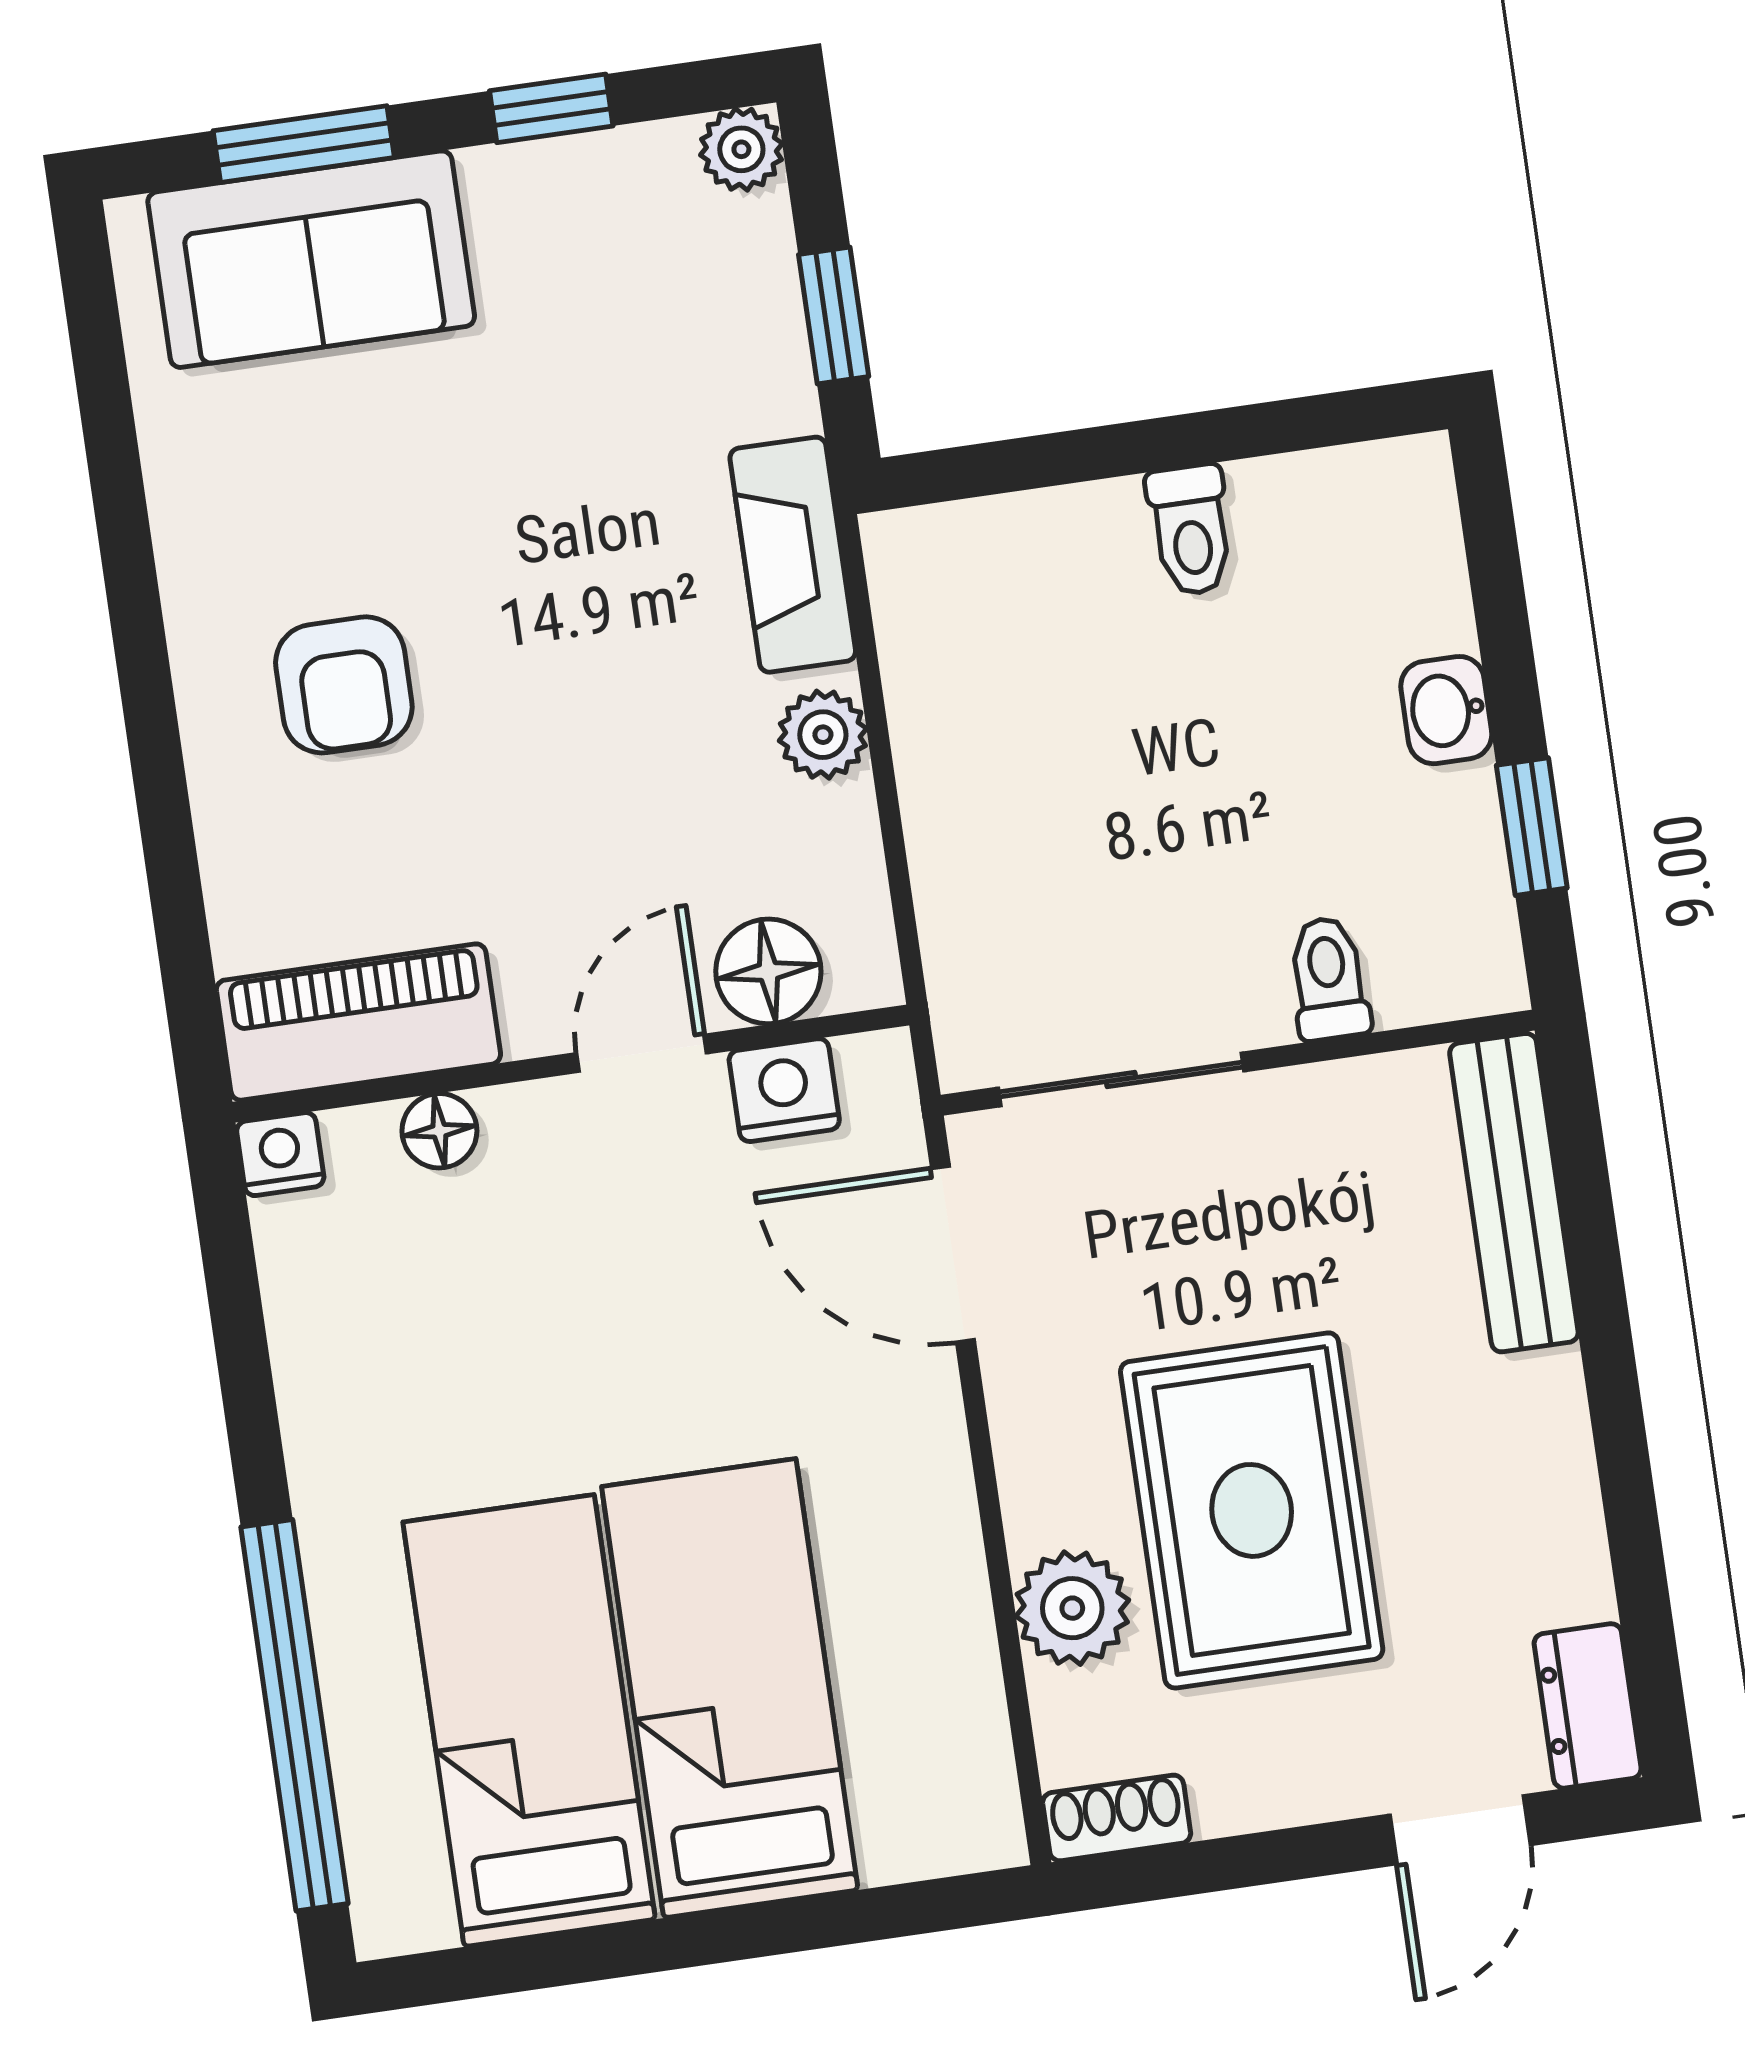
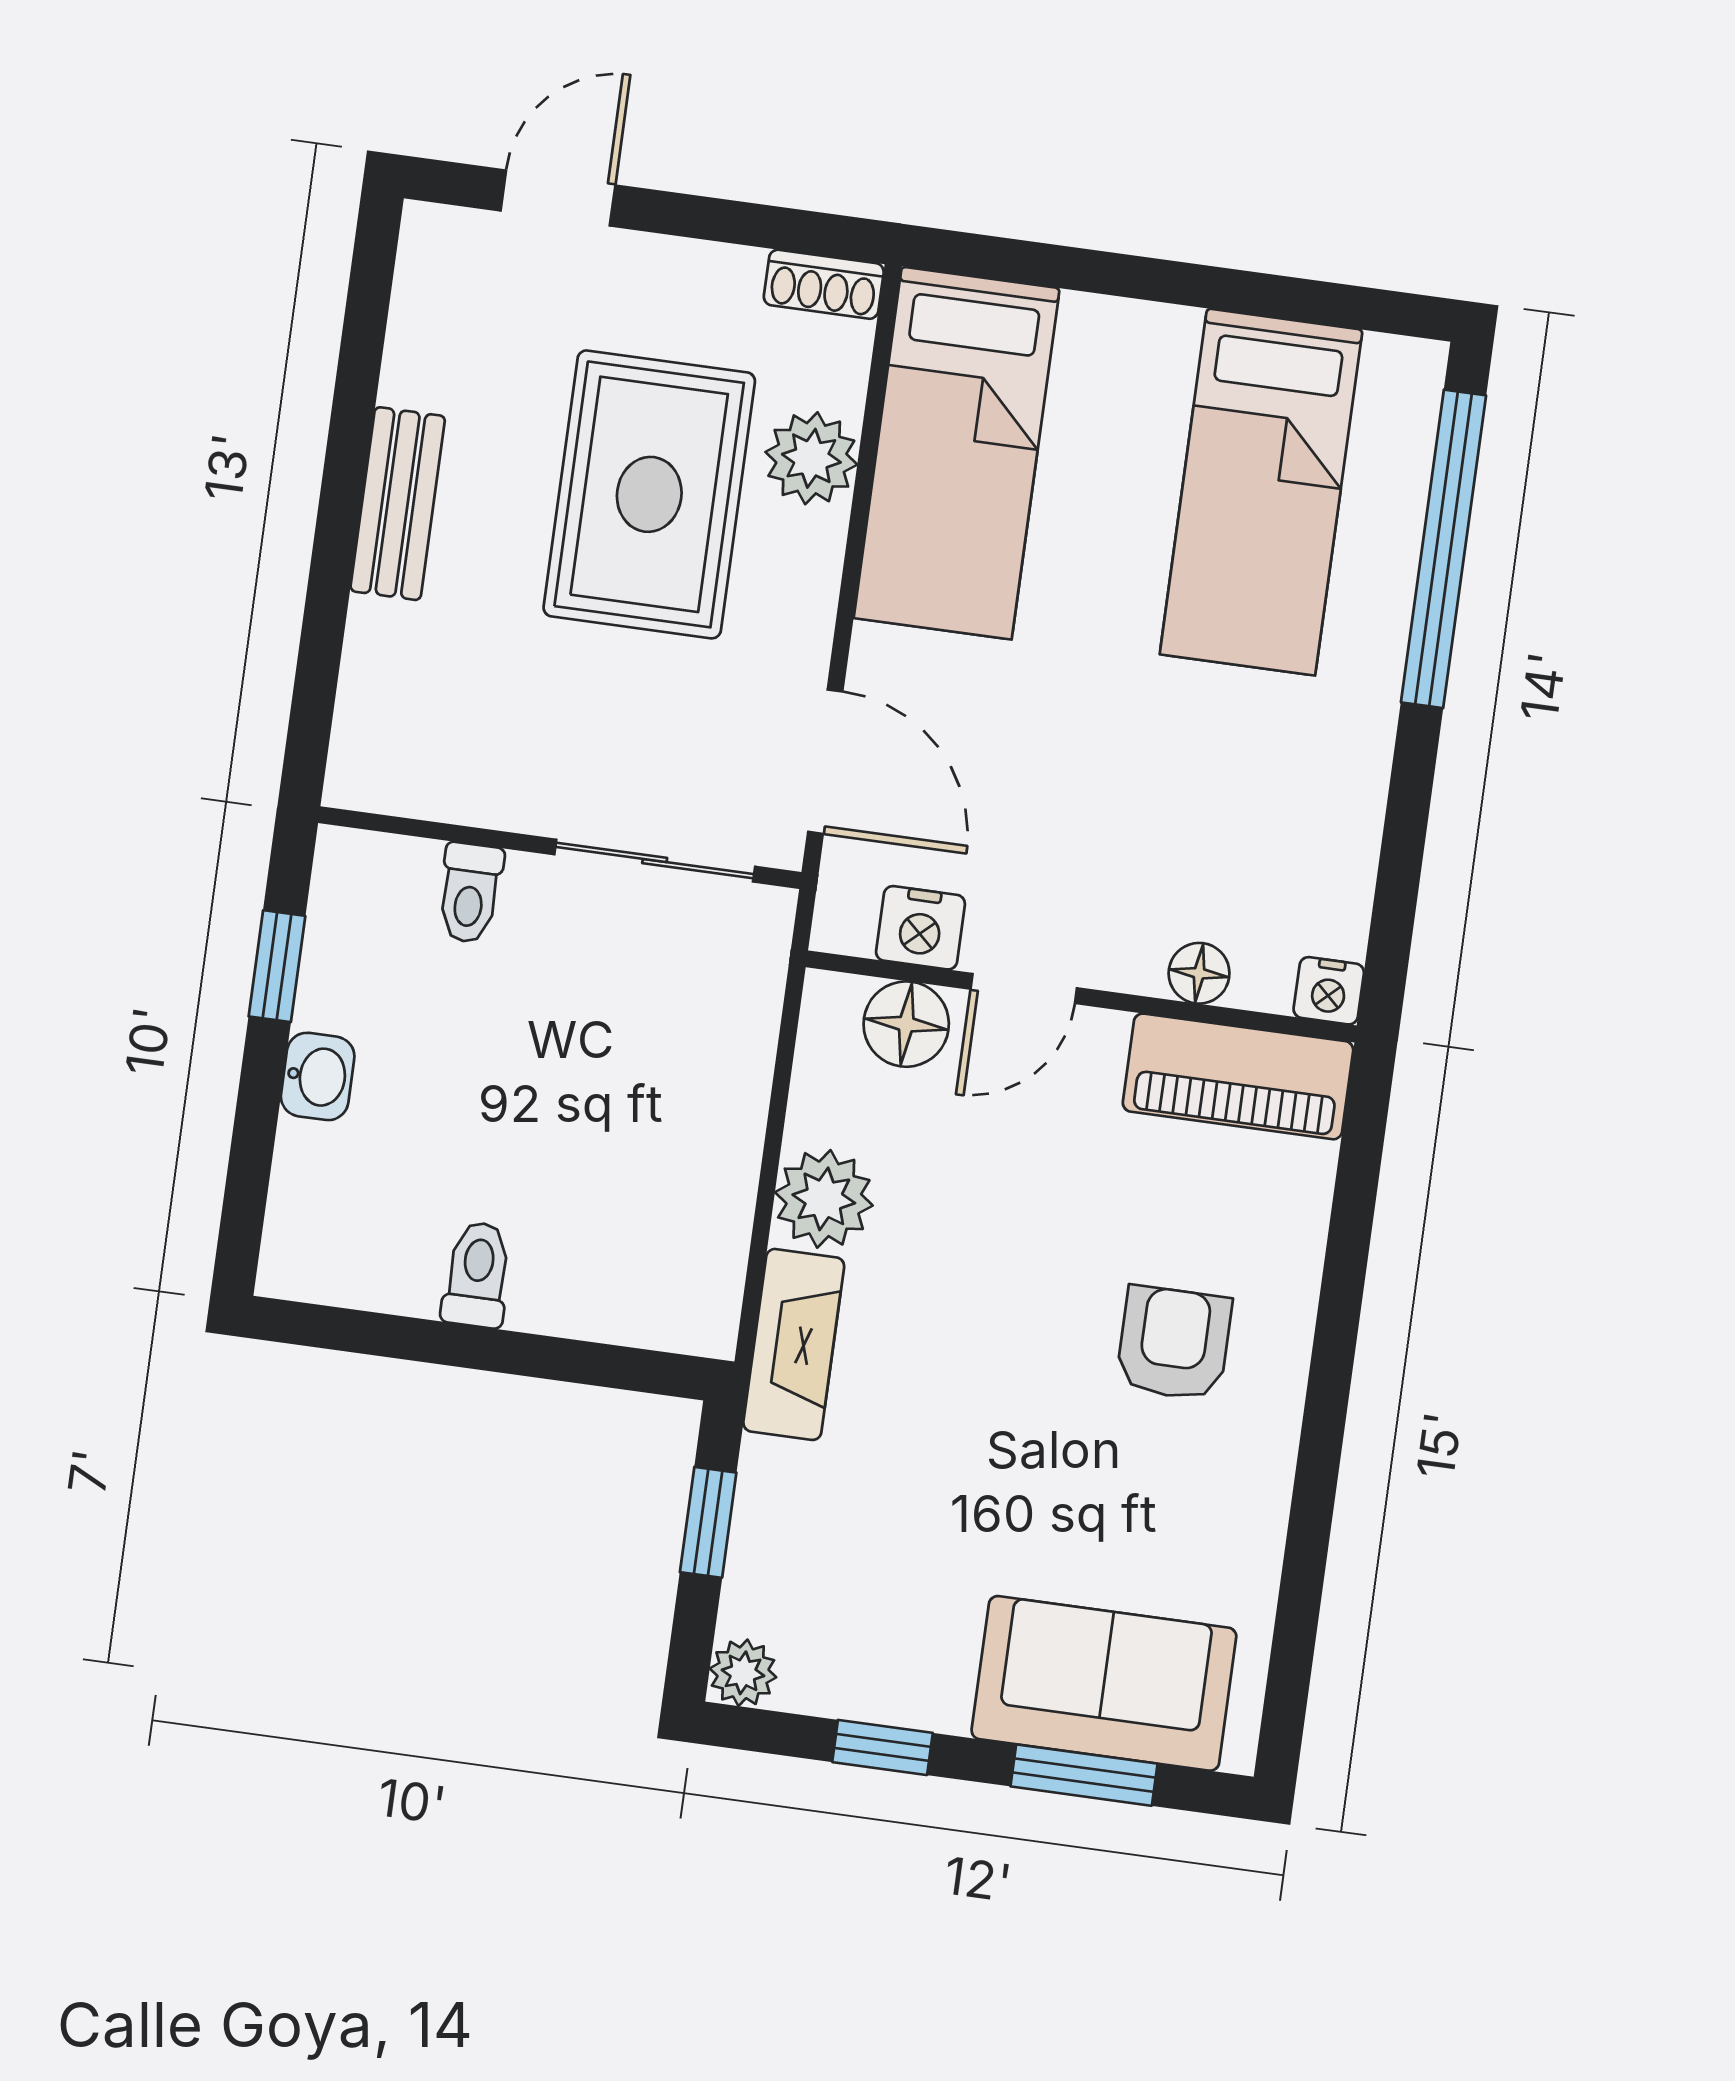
plant: (823, 735) -> (824, 1199), width x1.38, depth x1.38
bench: (1514, 1193) -> (398, 504), moved, width x0.73
bed: (730, 1688) -> (957, 453), moved
dresser: (1588, 1706) -> (430, 266), removed

